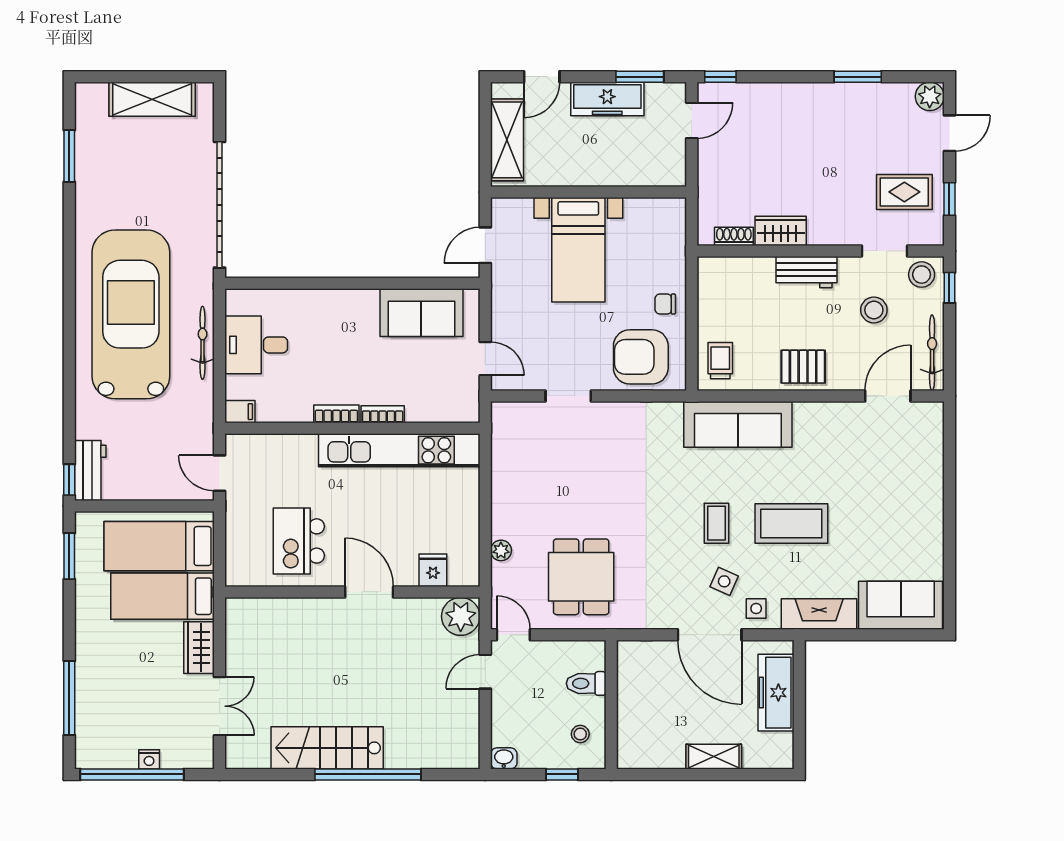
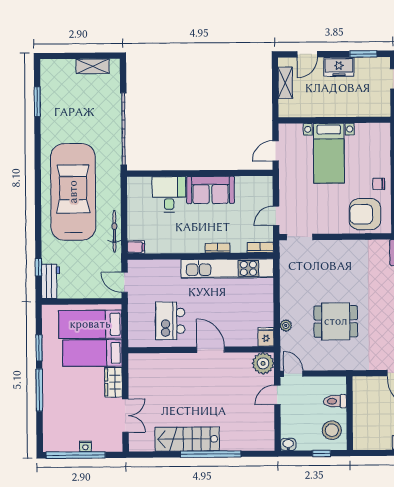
shelving: (152, 99) -> (93, 66), width x0.67, depth x0.75
freezer: (607, 99) -> (339, 67), width x0.71
shelving: (507, 140) -> (285, 83), width x0.67, depth x0.75
sofa: (421, 313) -> (211, 190), moved
bicycle: (203, 343) -> (114, 231), moved
desk: (256, 345) -> (169, 194), moved, turned 90
door: (485, 359) -> (276, 216), swing flipped
doorway: (568, 396) -> (300, 237), moved
bookcase: (336, 414) -> (260, 247), moved
window: (69, 480) -> (38, 267), moved
window: (69, 556) -> (39, 348), moved
fridge: (433, 570) -> (266, 337), moved
dining table: (581, 577) -> (336, 321), moved, turned 90
window: (69, 698) -> (39, 390), moved
stool: (580, 734) -> (332, 430), width x1.89, depth x1.89

